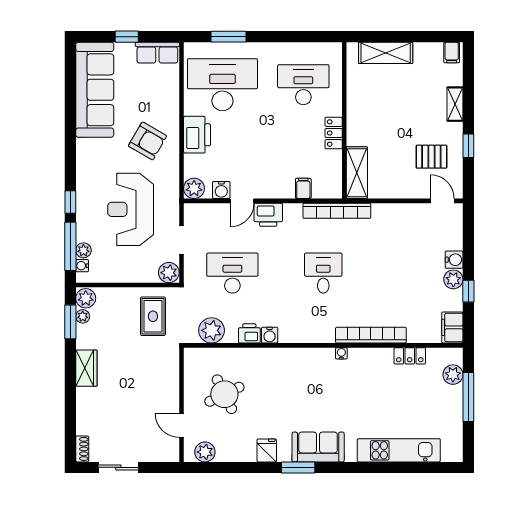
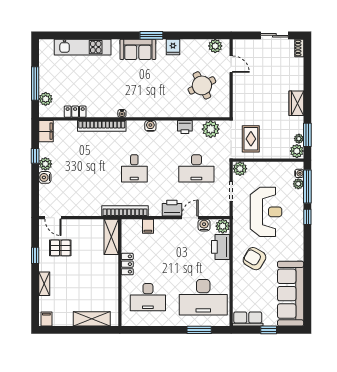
printer: (197, 135) -> (221, 247), moved
water cooler: (270, 335) -> (150, 126), moved

